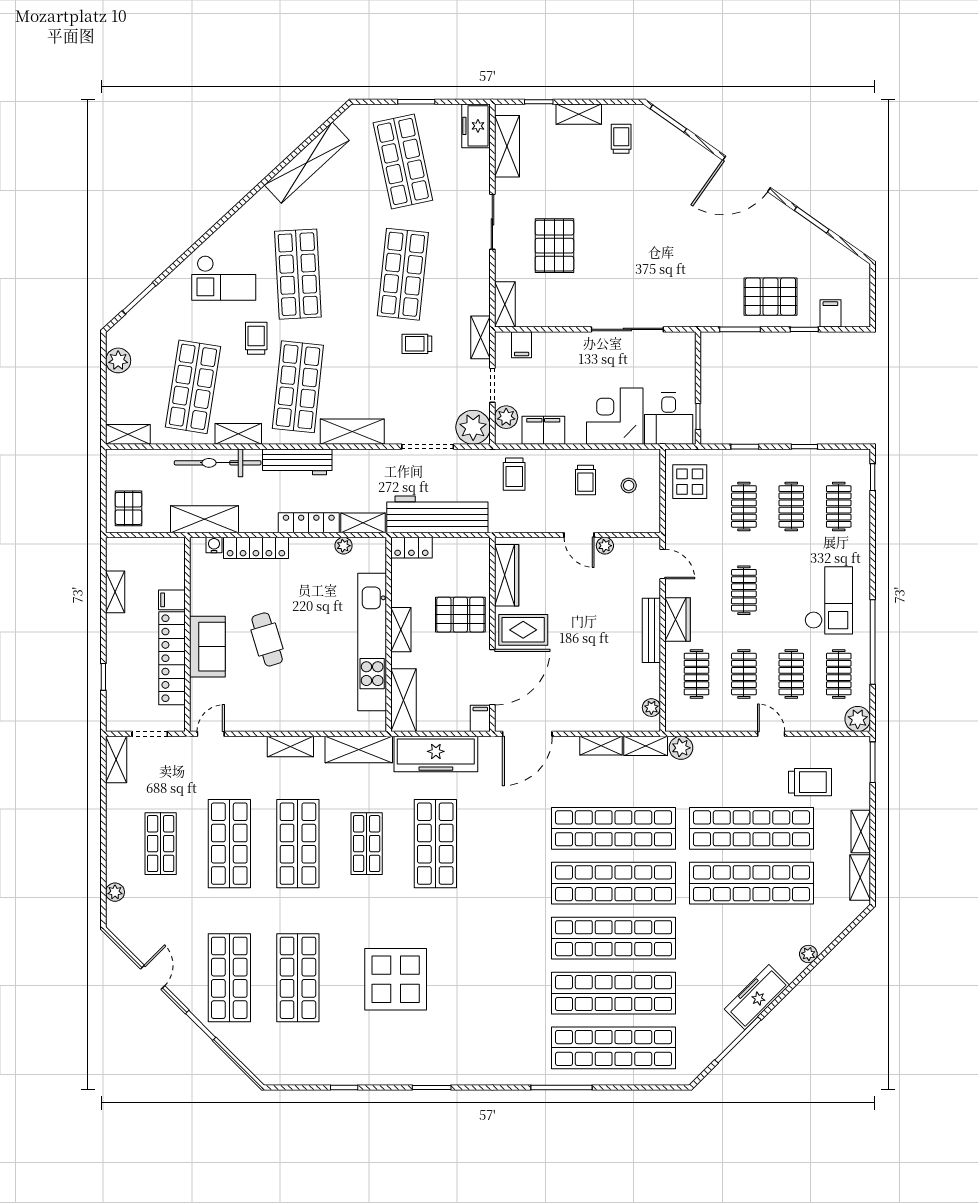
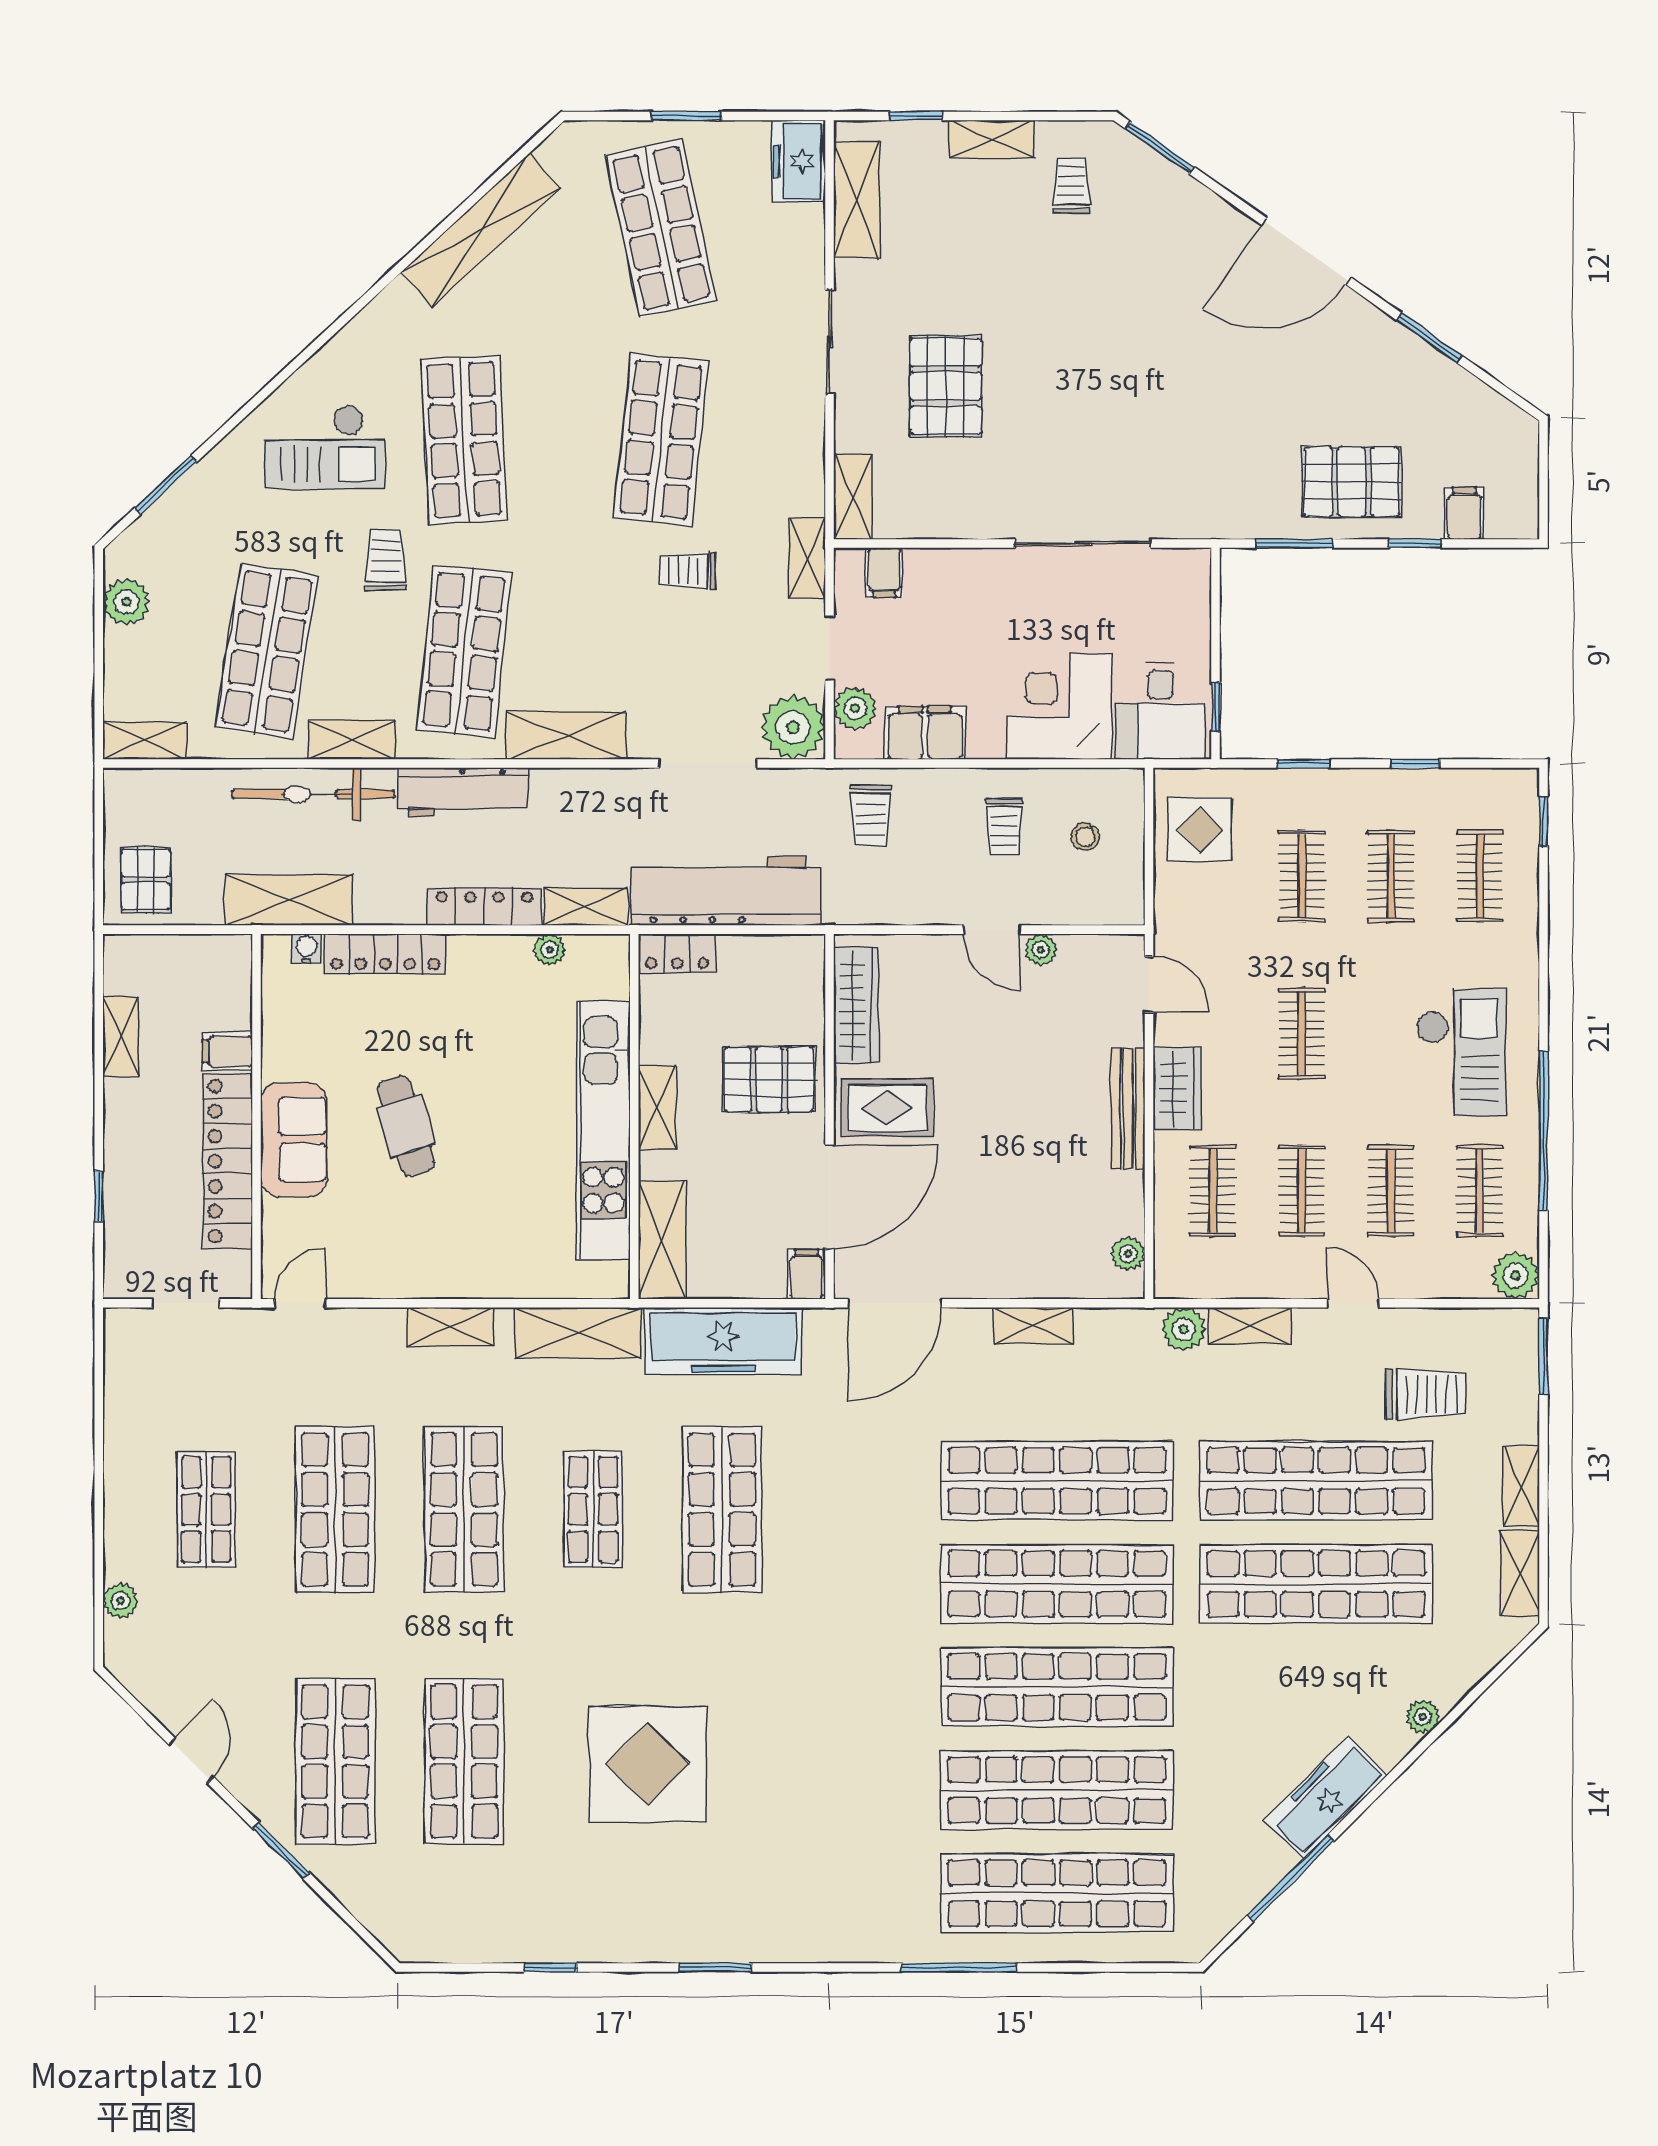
shelving: (646, 746) -> (1250, 1326), moved
shelving: (116, 759) -> (123, 1351), removed

